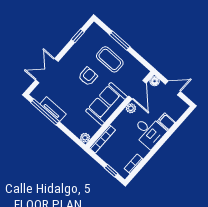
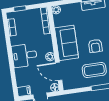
filing cabinet: (167, 122) -> (24, 91), moved

